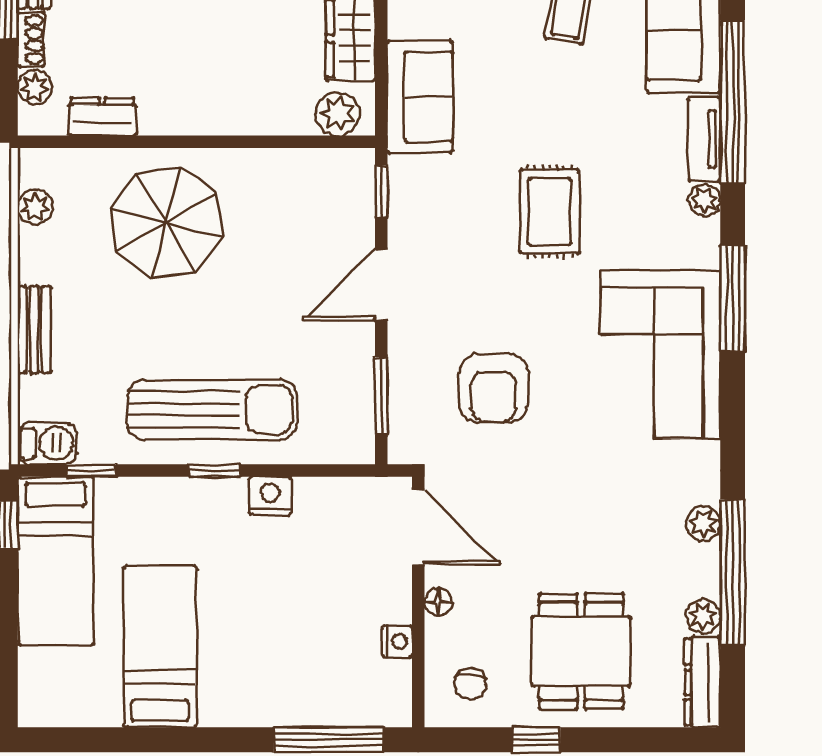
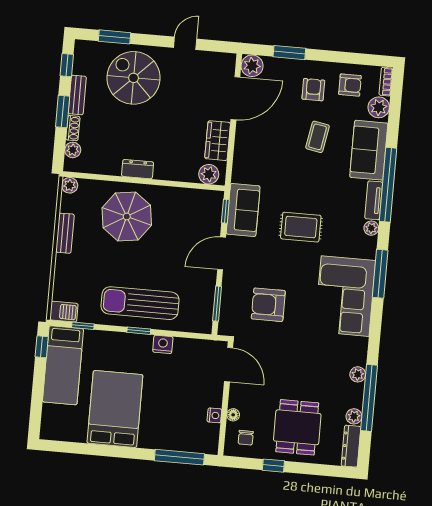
sofa: (420, 97) -> (243, 210), moved
dresser: (102, 117) -> (138, 169), moved
plant: (35, 207) -> (70, 185), moved
rug: (550, 212) -> (301, 227), turned 90
bench: (34, 330) -> (65, 233), moved
armchair: (494, 388) -> (268, 305), turned 90
sun lounger: (212, 410) -> (140, 303), turned 180
floor lamp: (438, 602) -> (233, 415), moved
bed: (160, 647) -> (115, 409), width x1.50

